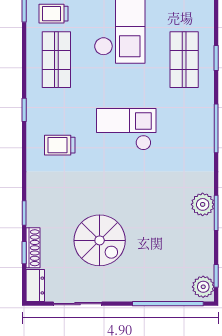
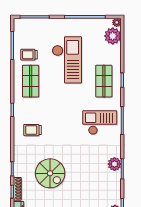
checkout: (126, 129) -> (100, 123), moved
spiral stairs: (100, 240) -> (50, 173), moved

